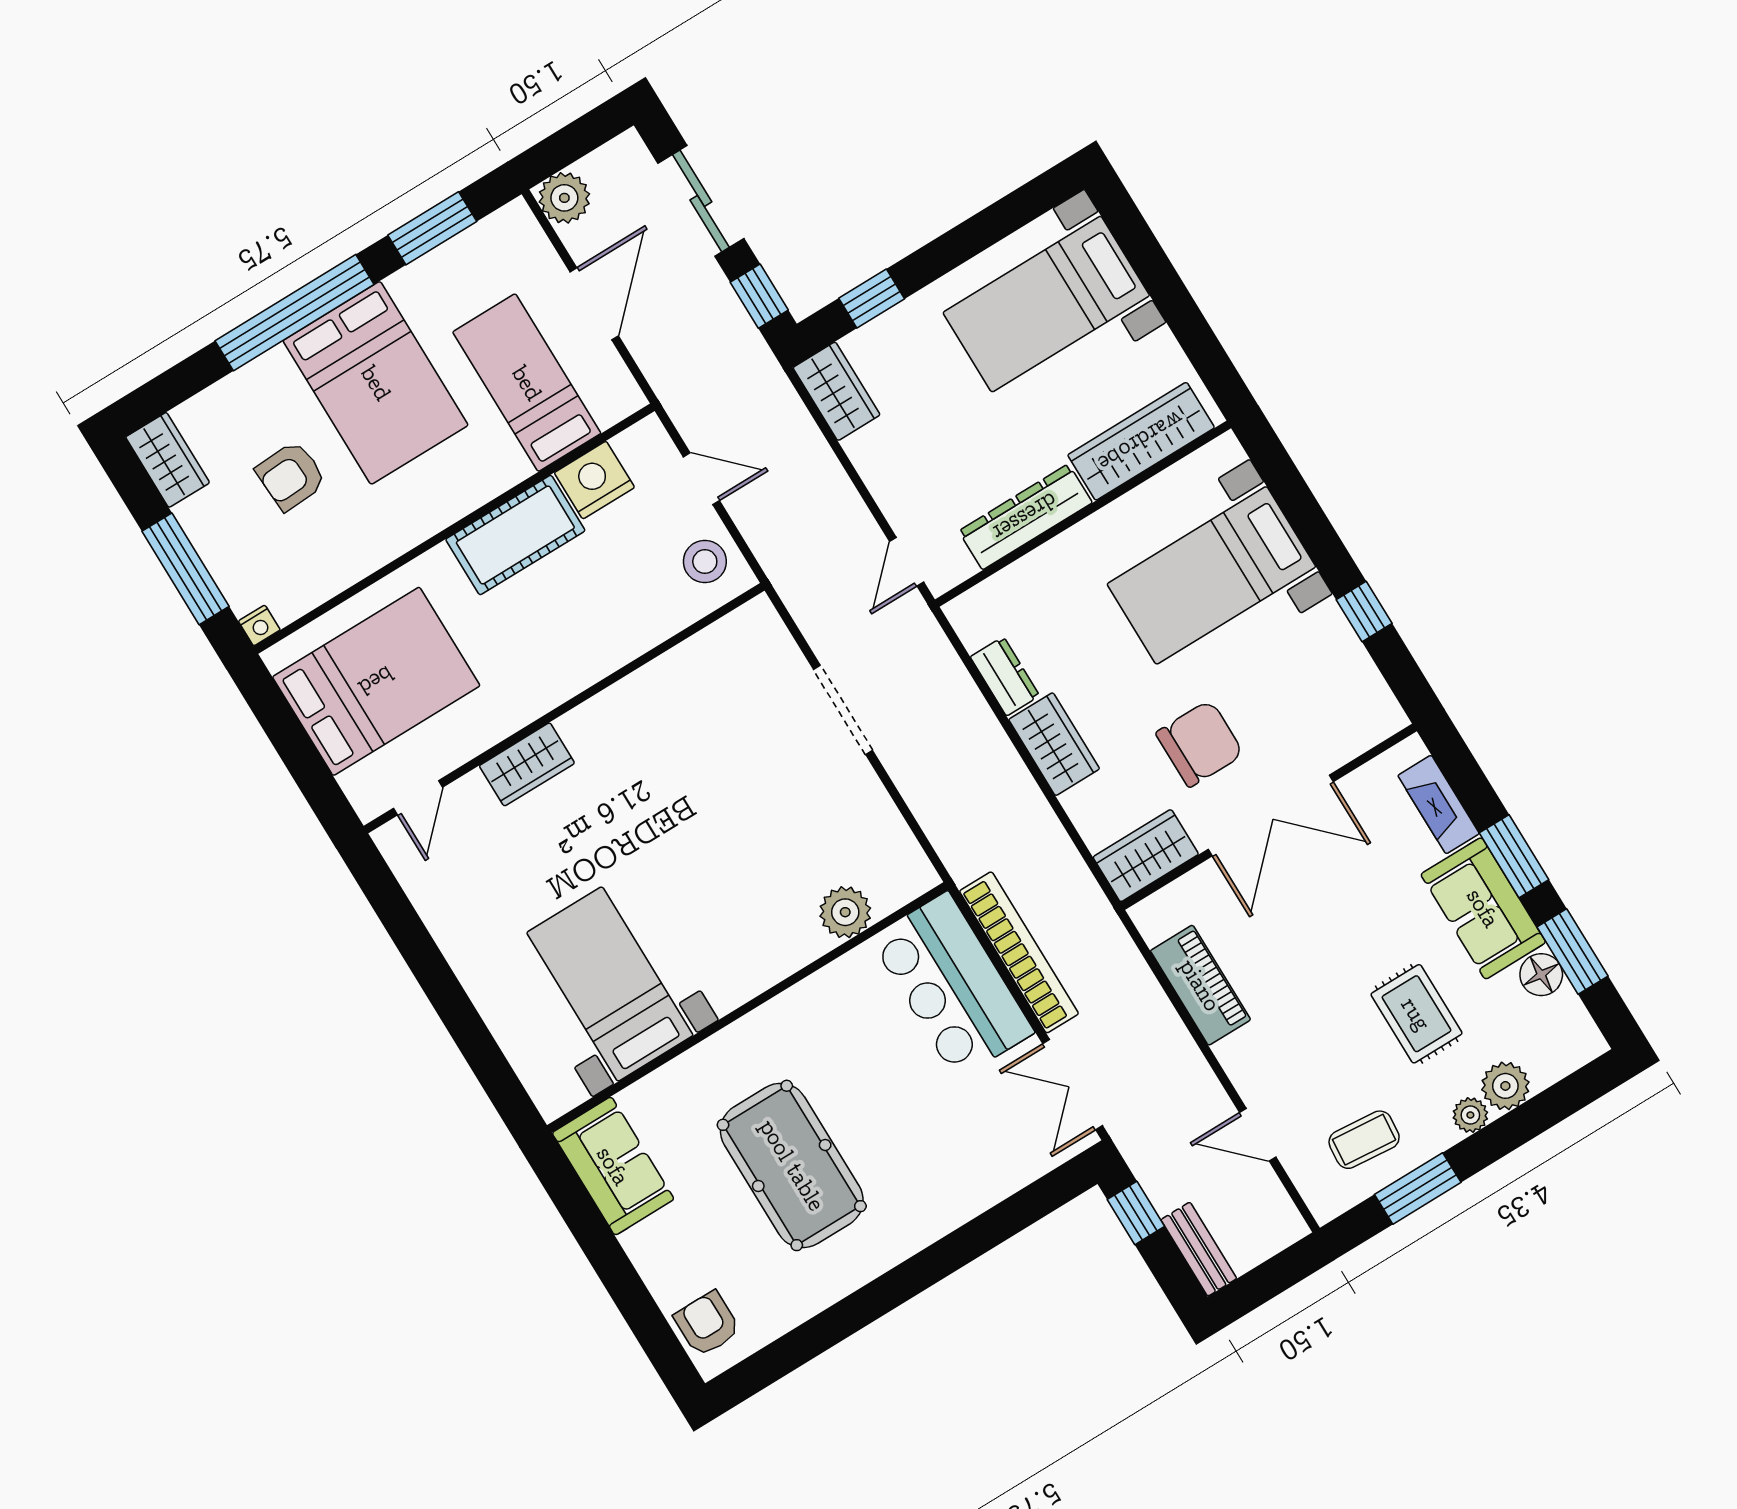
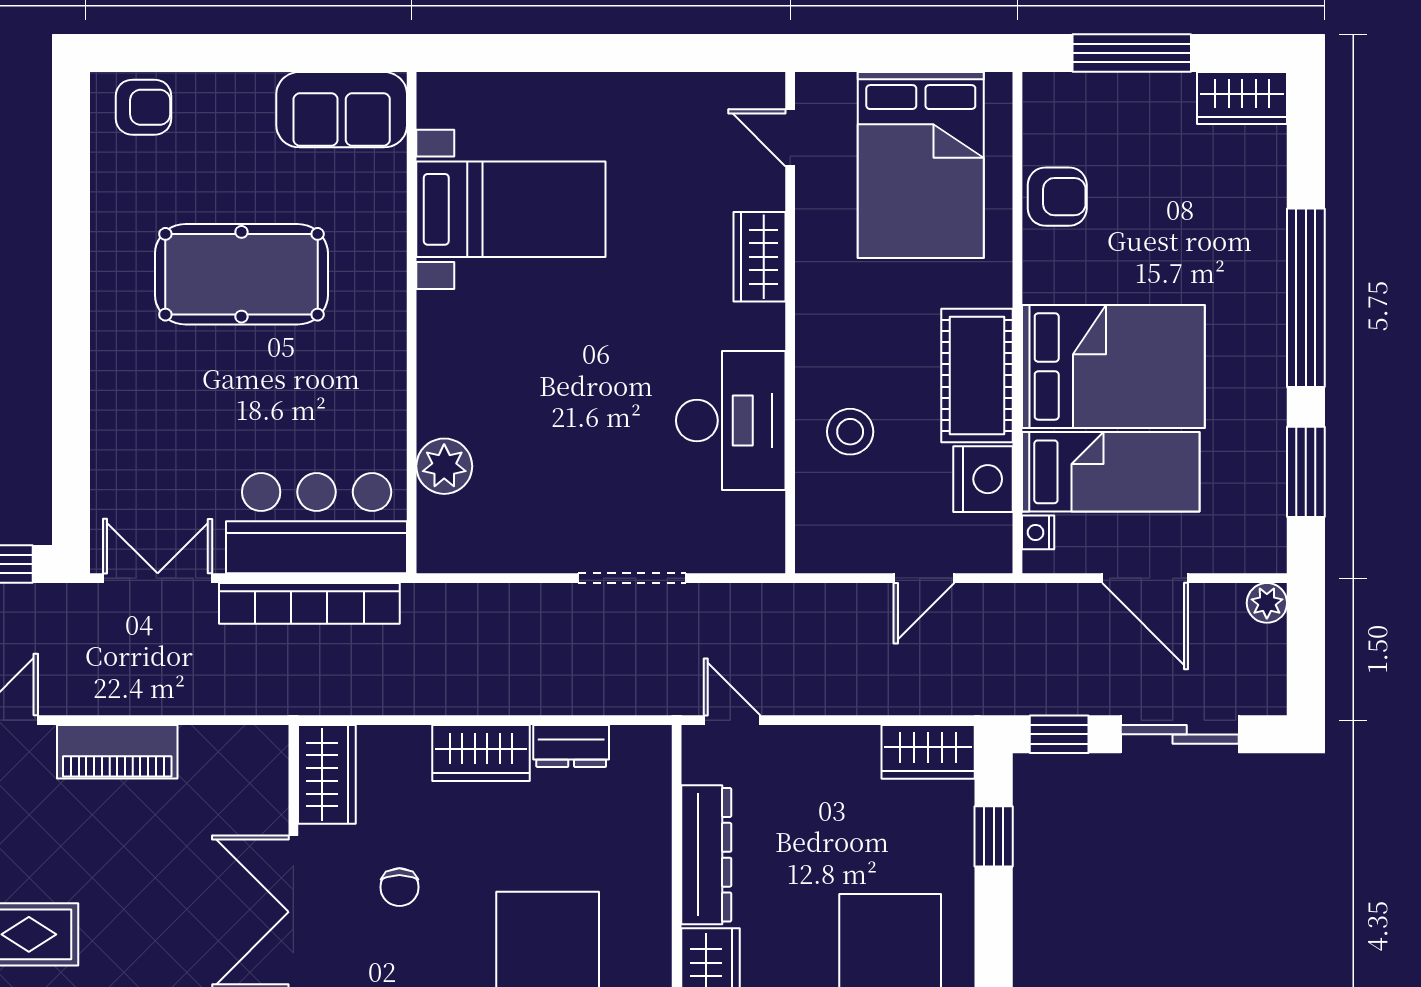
plant: (564, 198) -> (1267, 603), width x0.73, depth x0.73
bed: (376, 383) -> (1113, 366), moved, turned 180
armchair: (291, 476) -> (1057, 197), moved, turned 93
stool: (705, 562) -> (850, 432), moved
nightstand: (259, 625) -> (1038, 532), moved
desk: (670, 708) -> (731, 421), added
chair: (1200, 744) -> (399, 887), width x0.54, depth x0.54
piano: (1200, 985) -> (117, 752), moved

